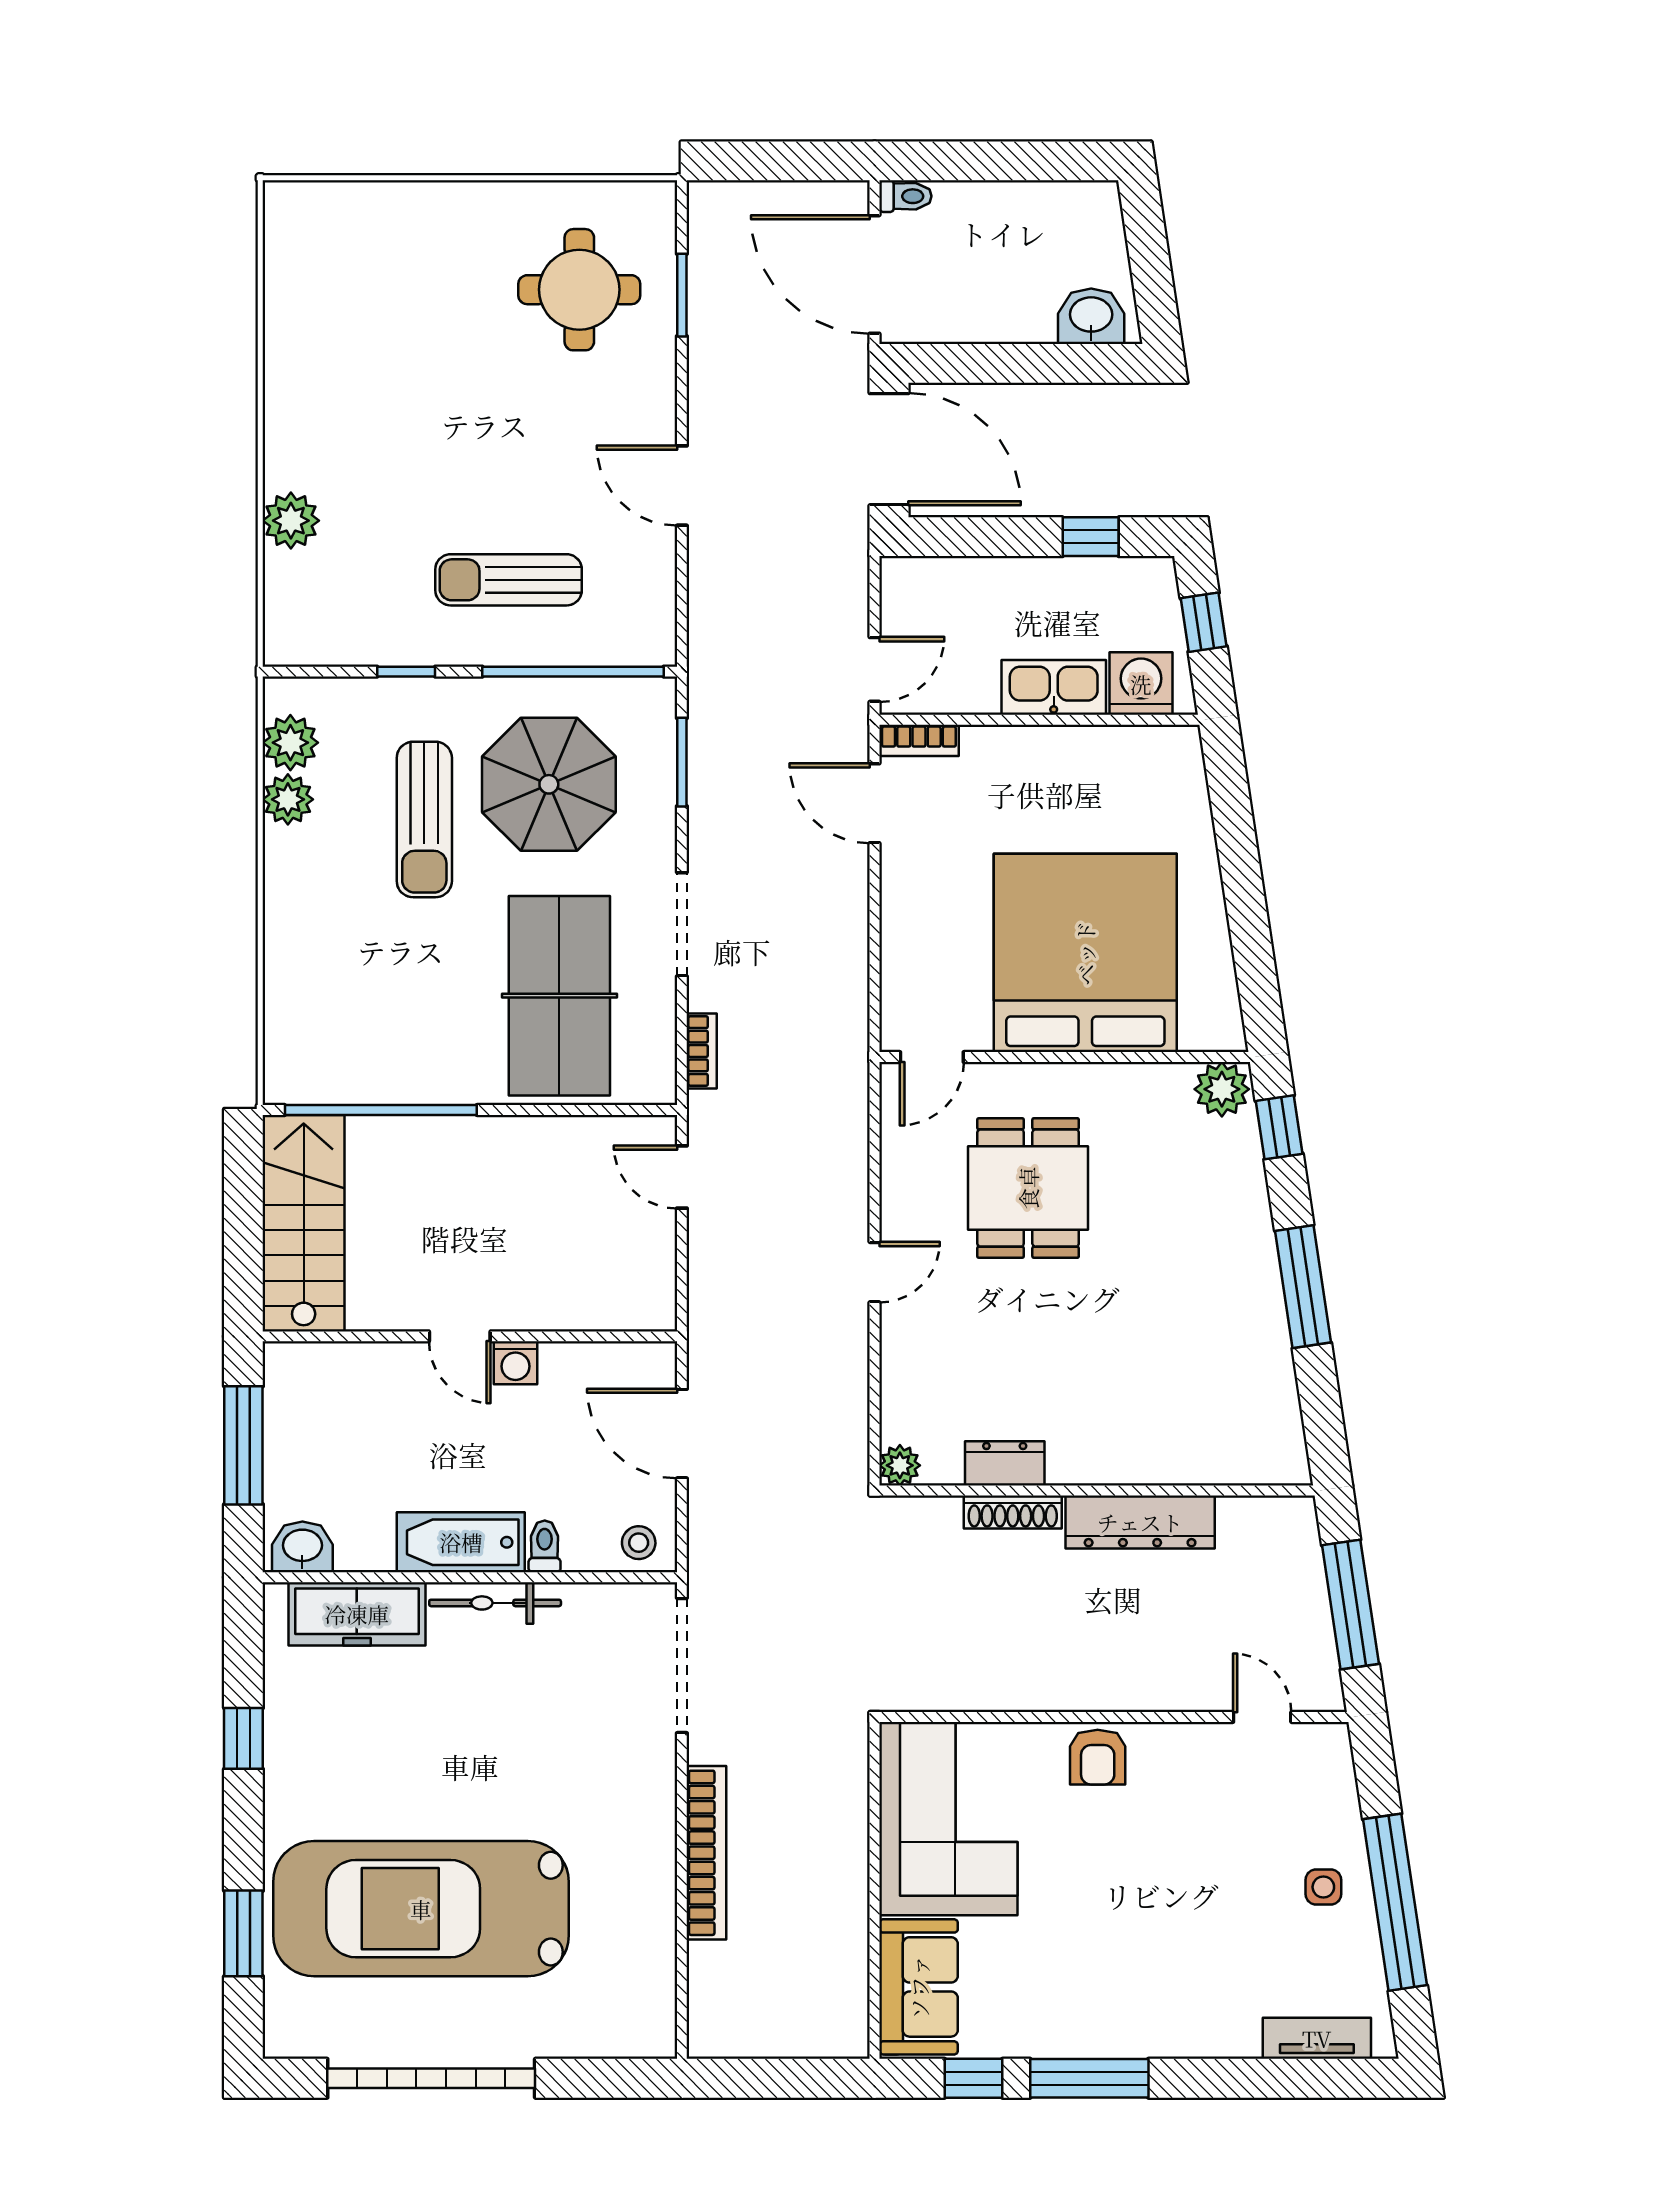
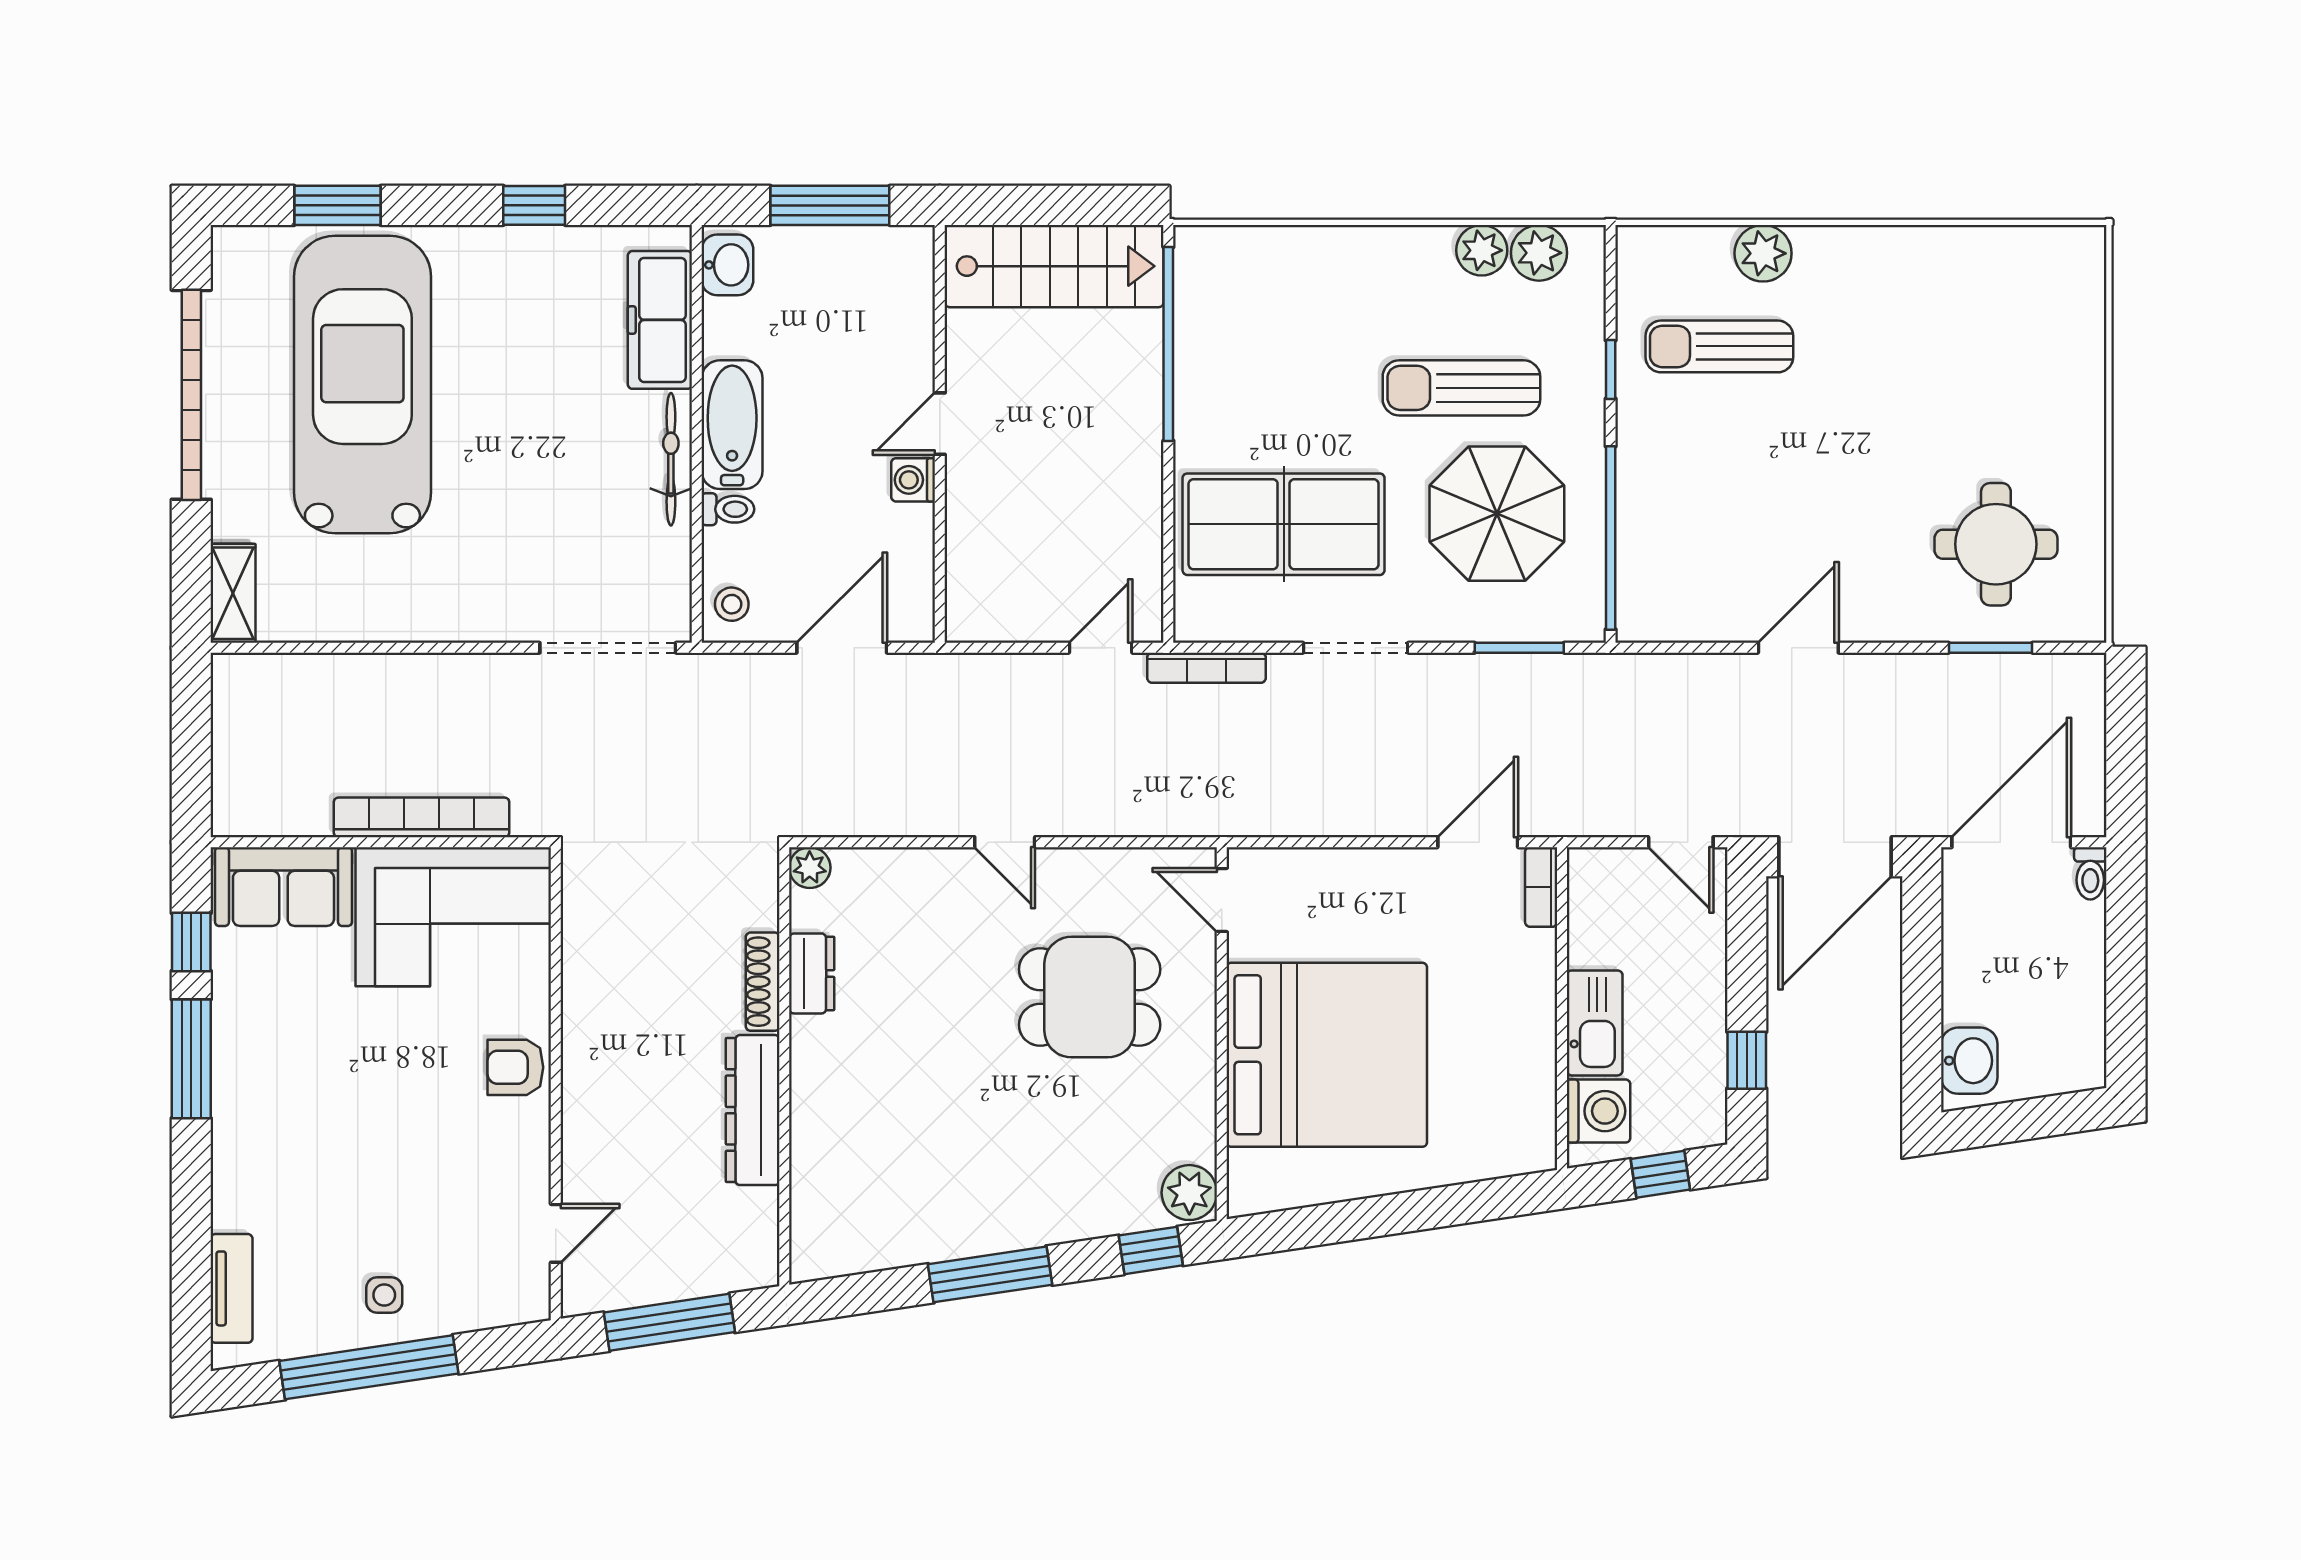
sun lounger: (509, 580) -> (1719, 346), moved, turned -90
door: (875, 669) -> (1681, 842), moved
bookcase: (702, 1051) -> (1206, 668), width x1.56
bookcase: (706, 1853) -> (421, 817), moved, turned 180
shelving: (628, 2037) -> (233, 593), added

